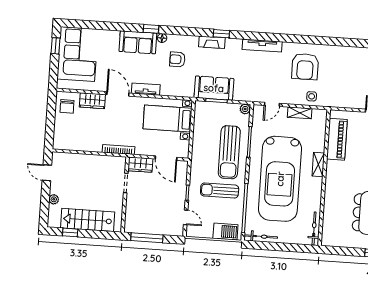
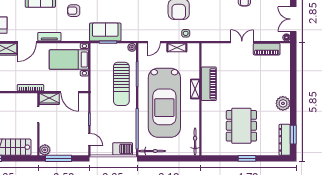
door: (118, 94) -> (27, 42), swing flipped
piano: (337, 139) -> (209, 84), moved
sun lounger: (220, 191) -> (116, 116), removed
plant: (131, 226) -> (45, 150), added

